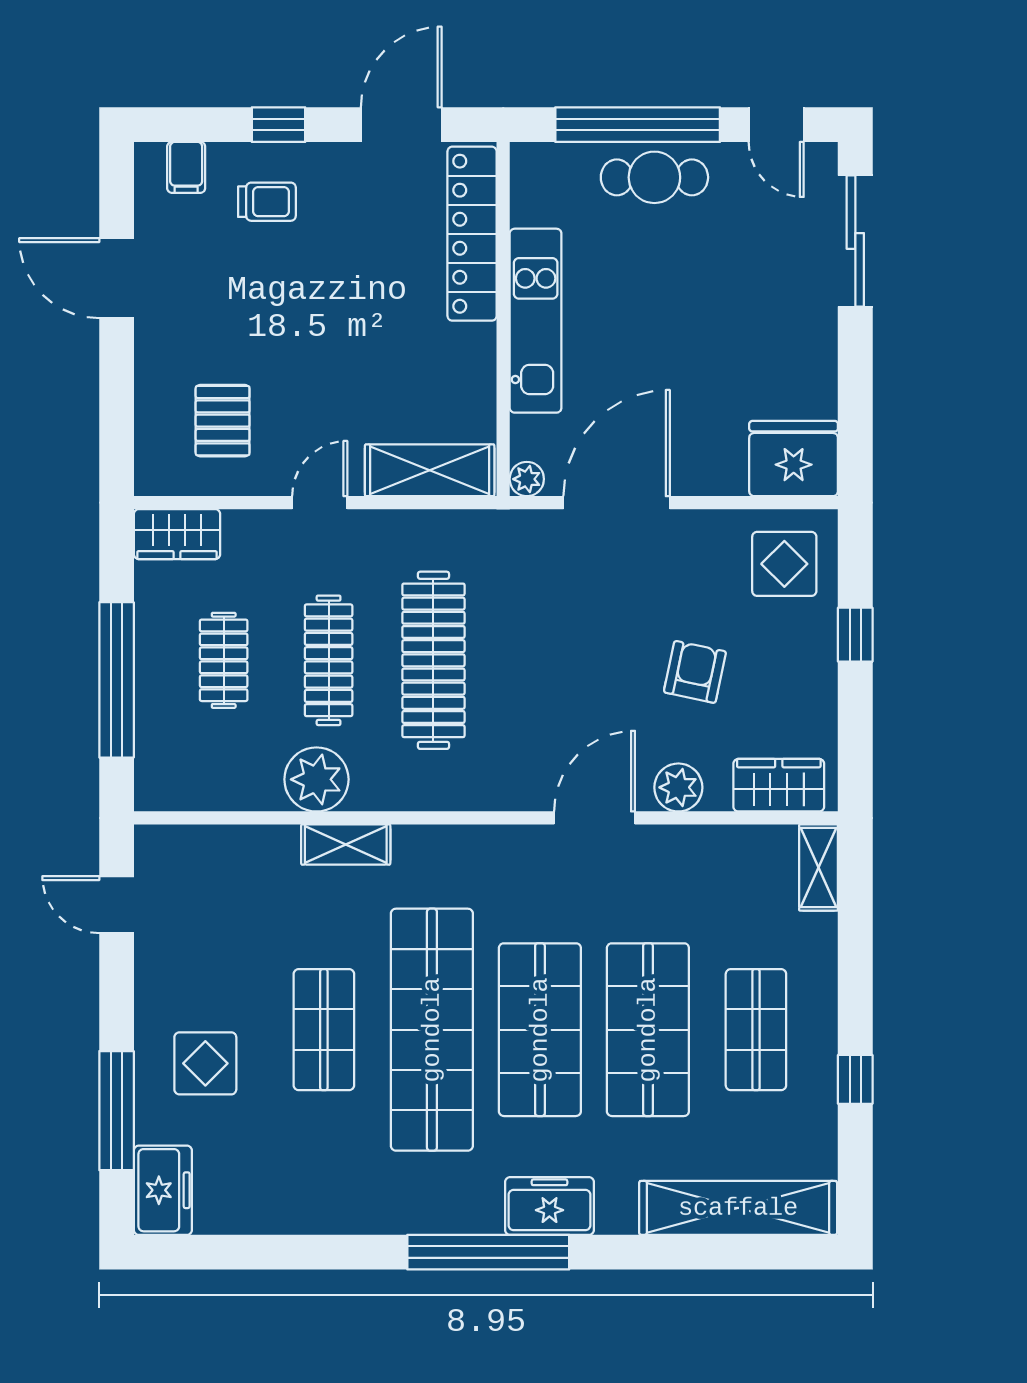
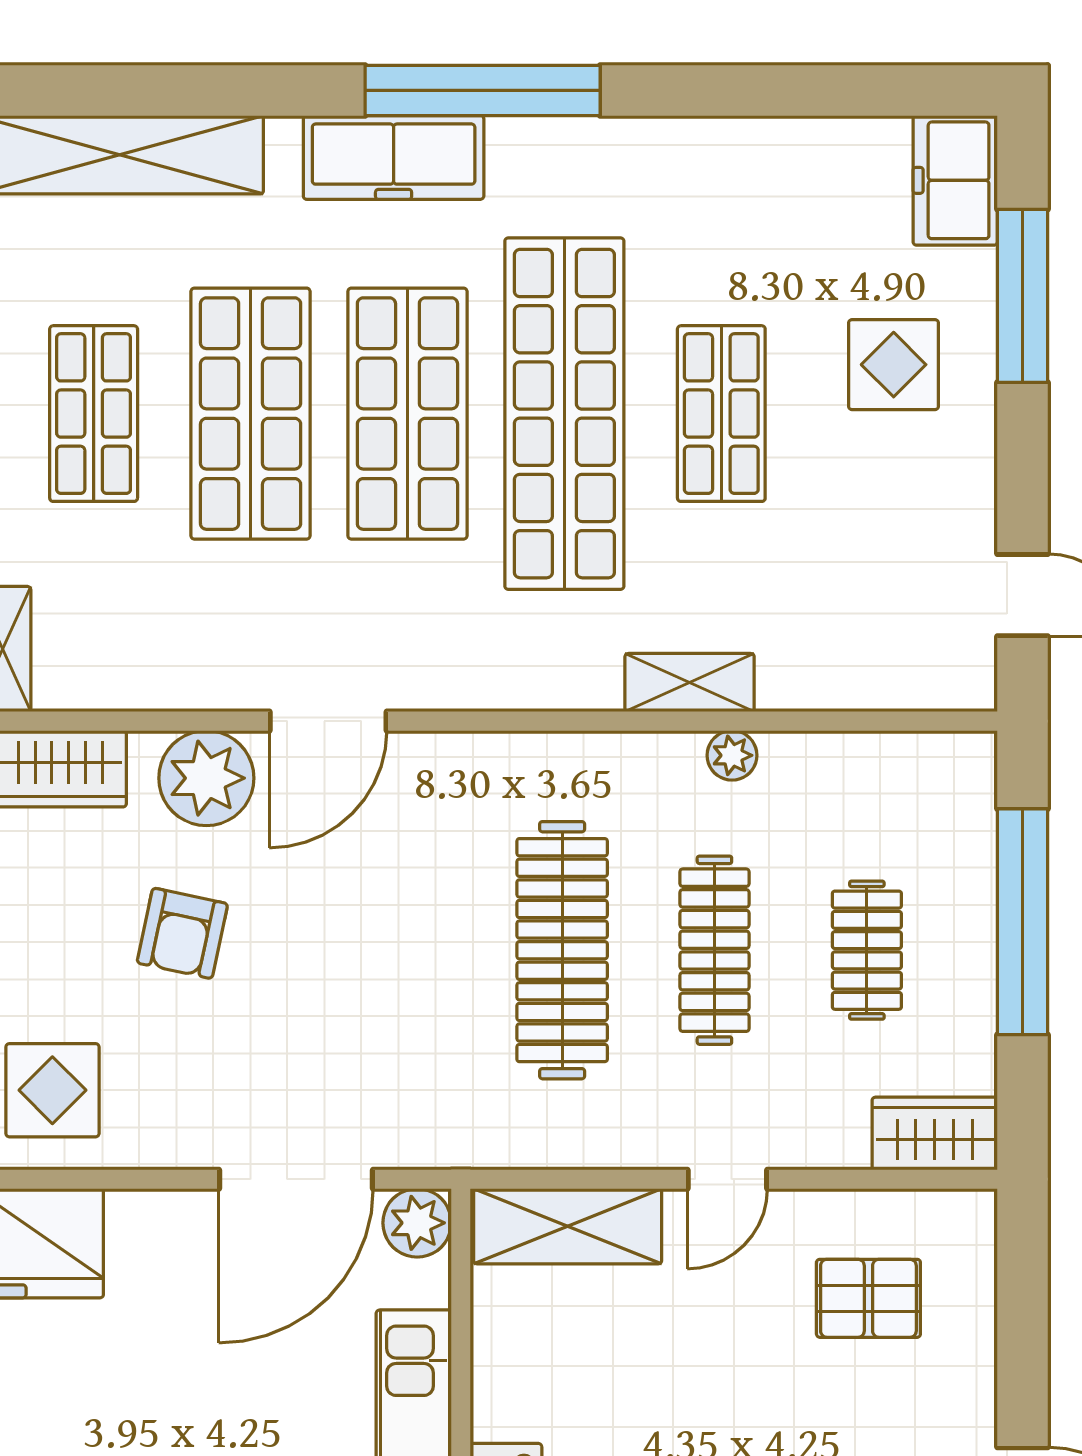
pallet: (223, 421) -> (868, 1298), turned 90
plant: (527, 479) -> (417, 1223), width x1.38, depth x1.38
plant: (316, 779) -> (732, 755), width x0.53, depth x0.53
plant: (678, 787) -> (206, 778), width x1.36, depth x1.36
freezer: (549, 1206) -> (394, 157), width x1.40

